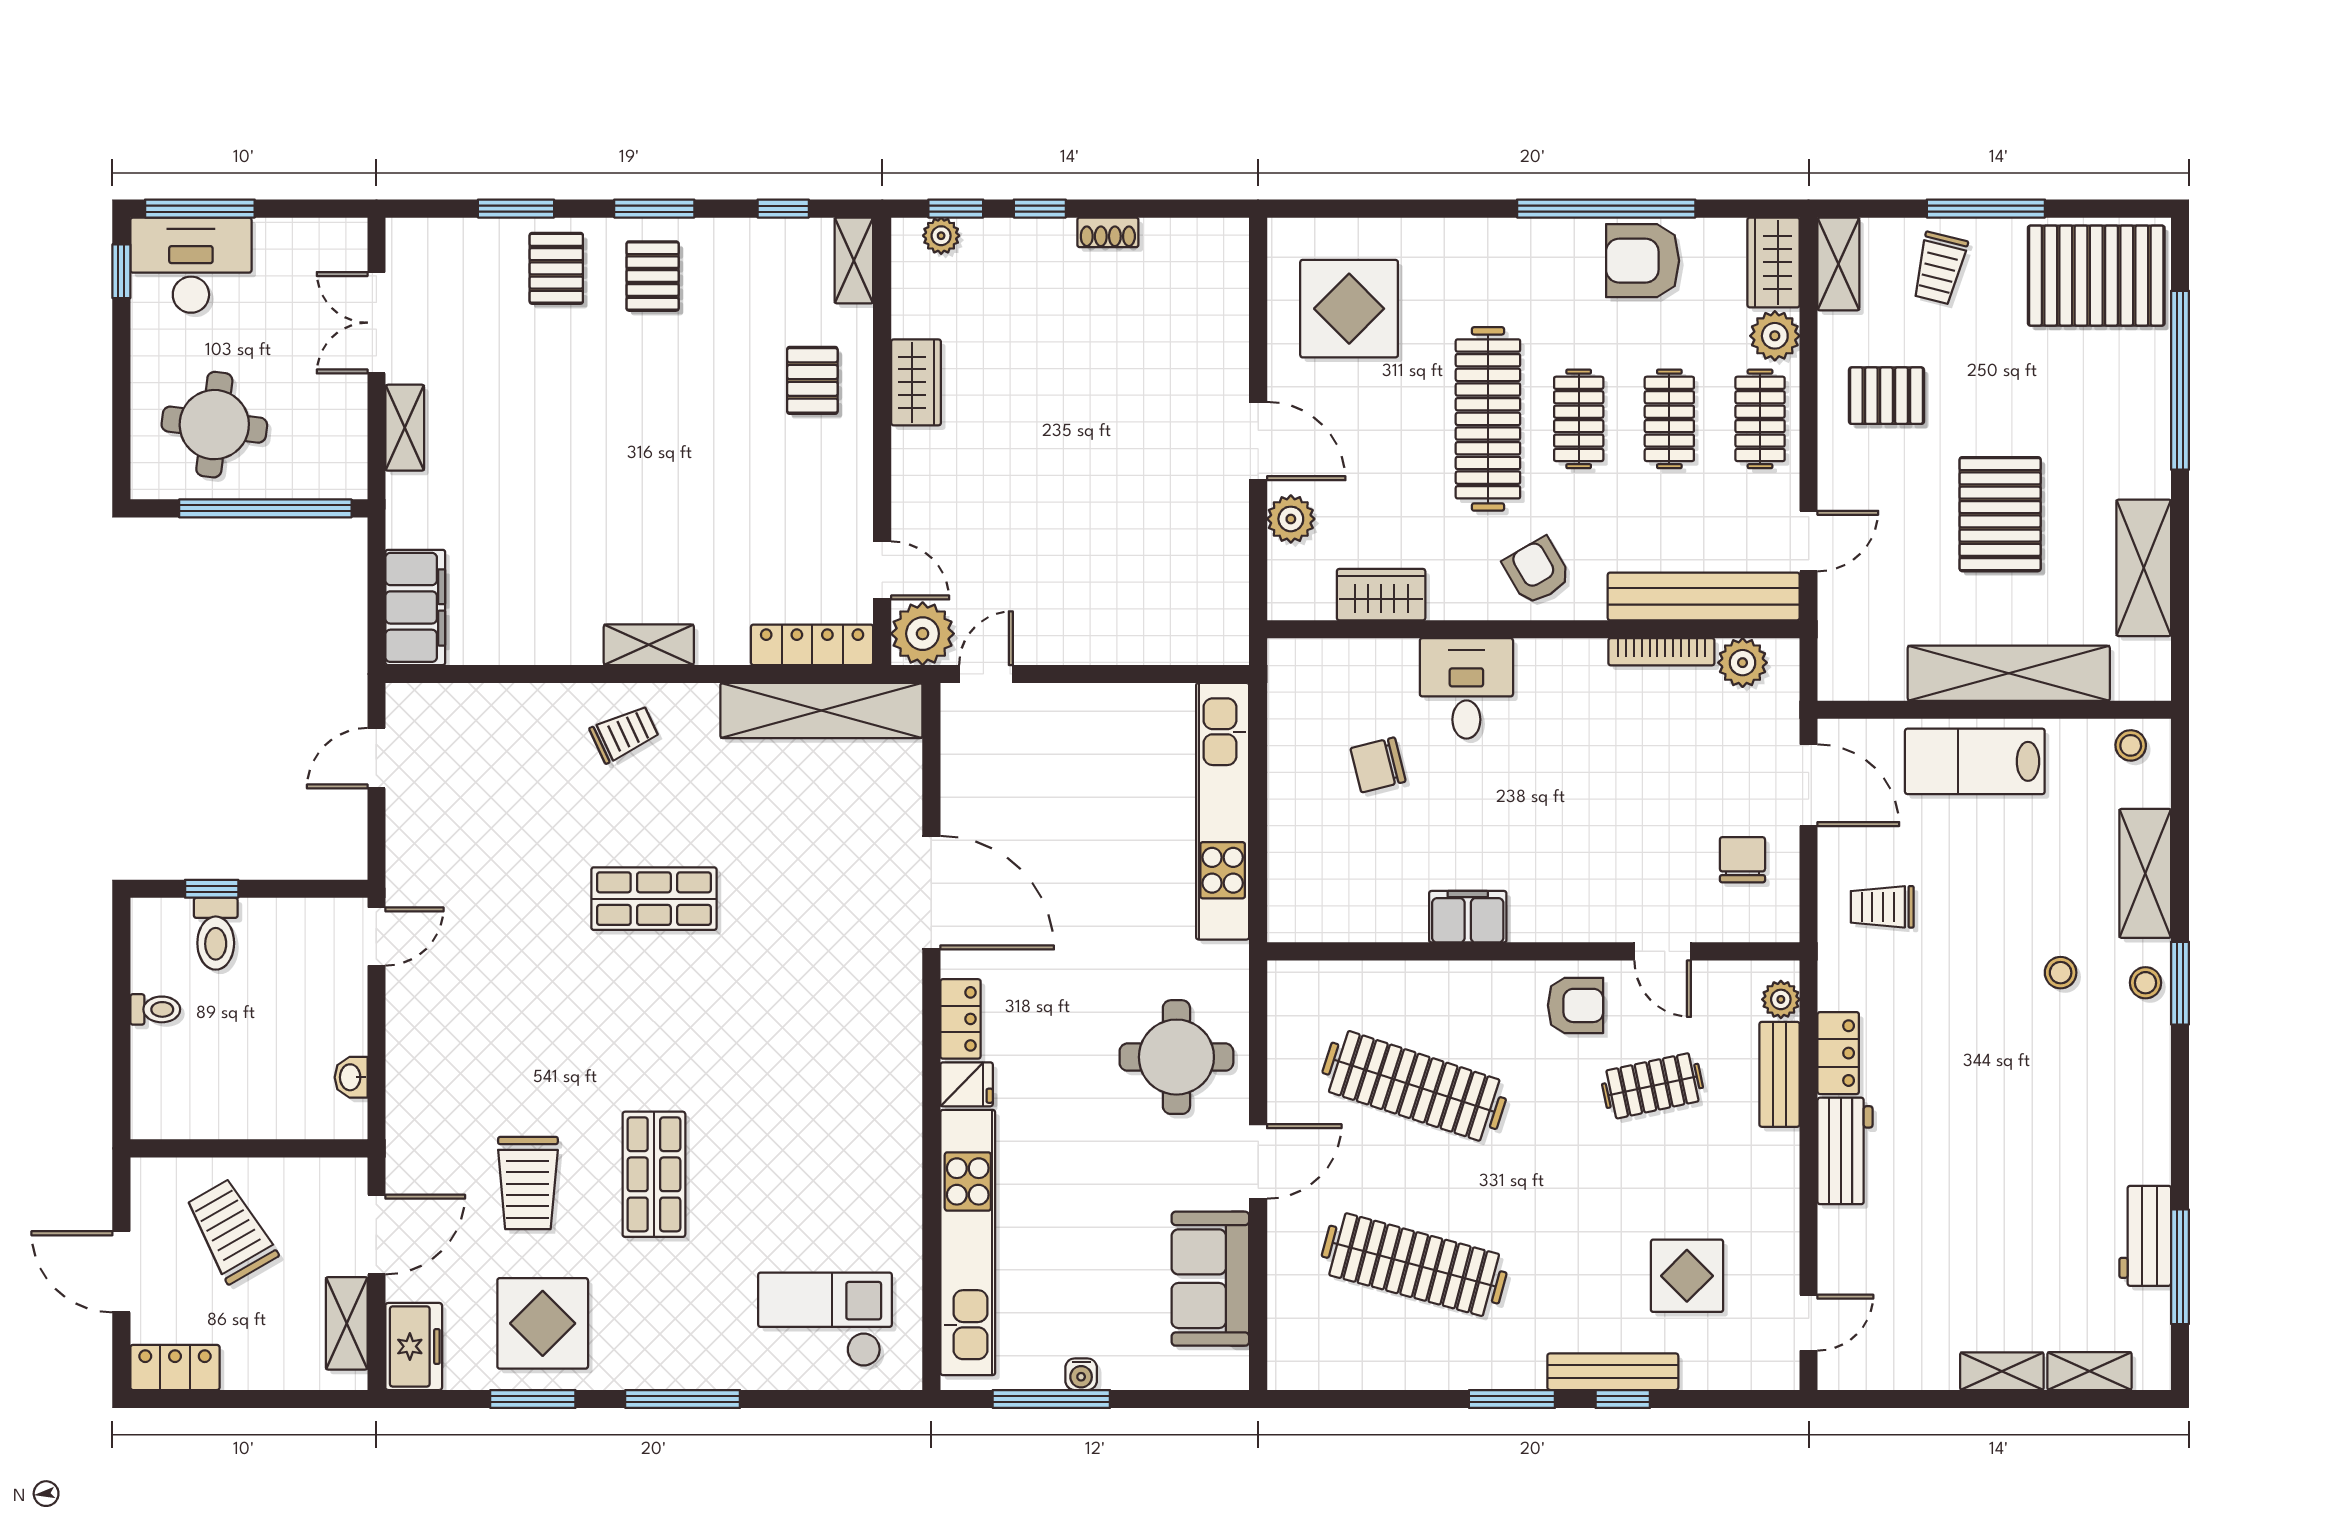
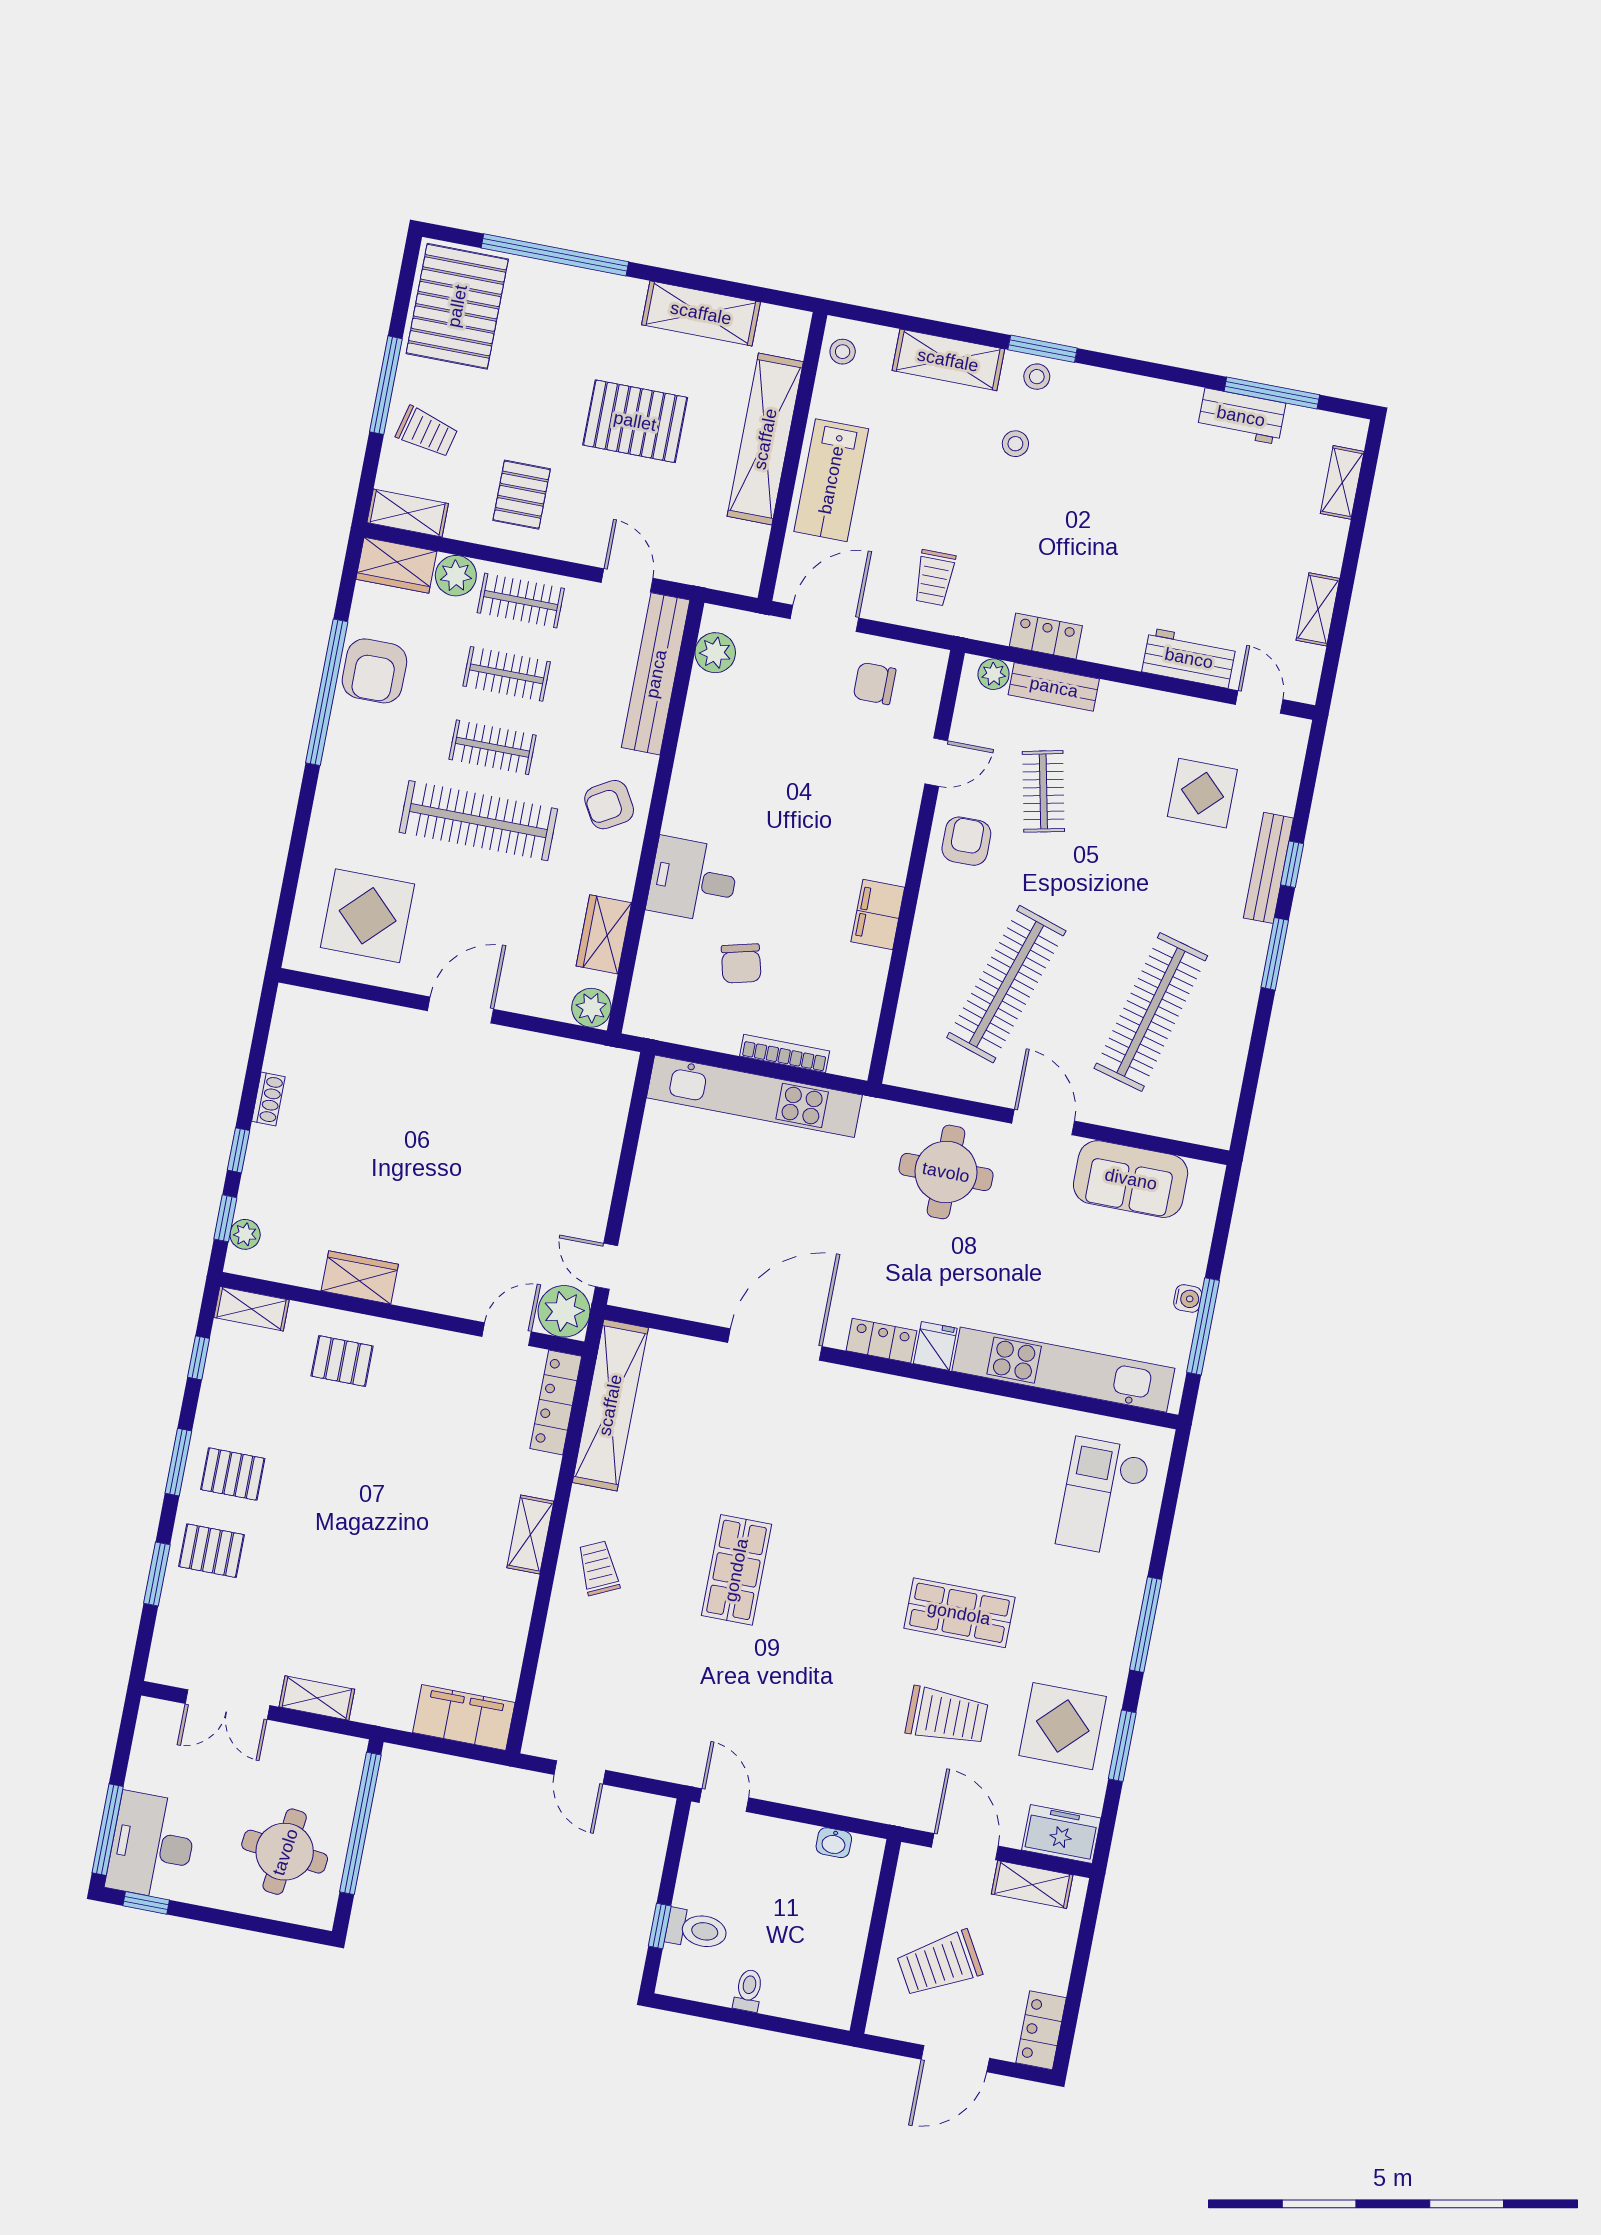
plant: (1291, 519) -> (591, 1008), moved
bookcase: (1661, 652) -> (785, 1053), moved, turned -90
workbench: (1845, 1151) -> (1189, 658), moved
shelving: (2002, 1371) -> (1318, 609), moved

